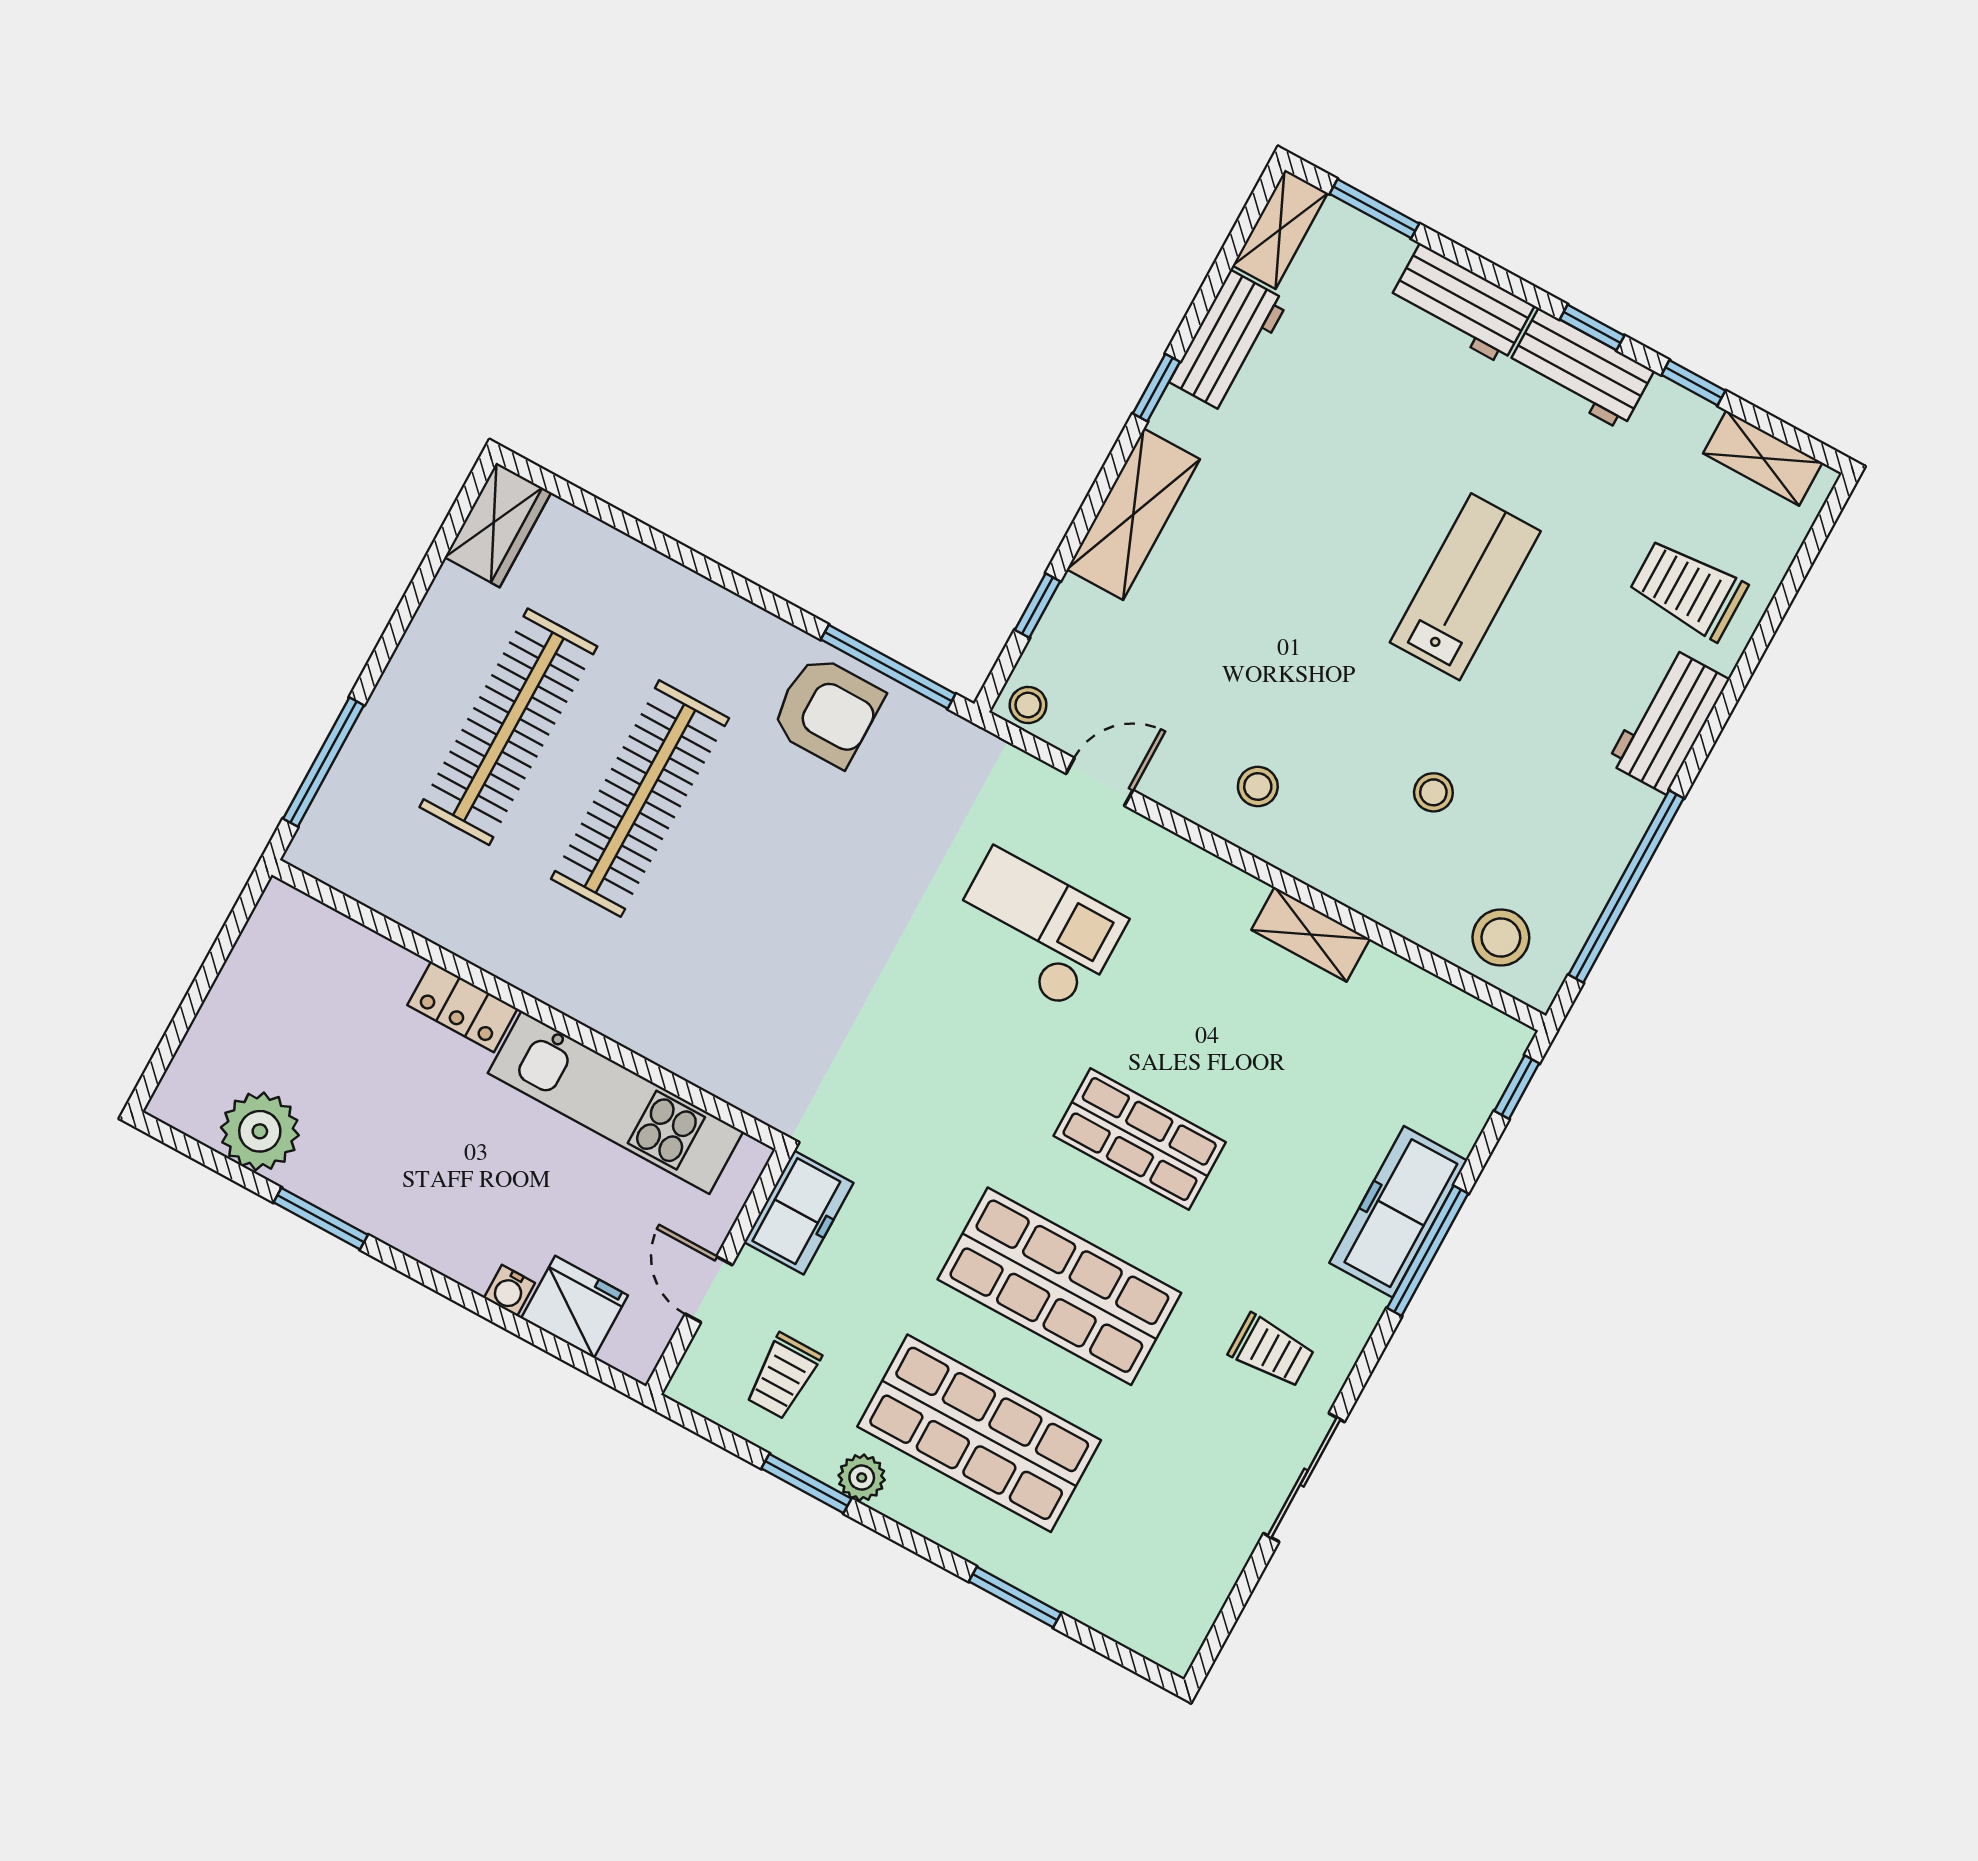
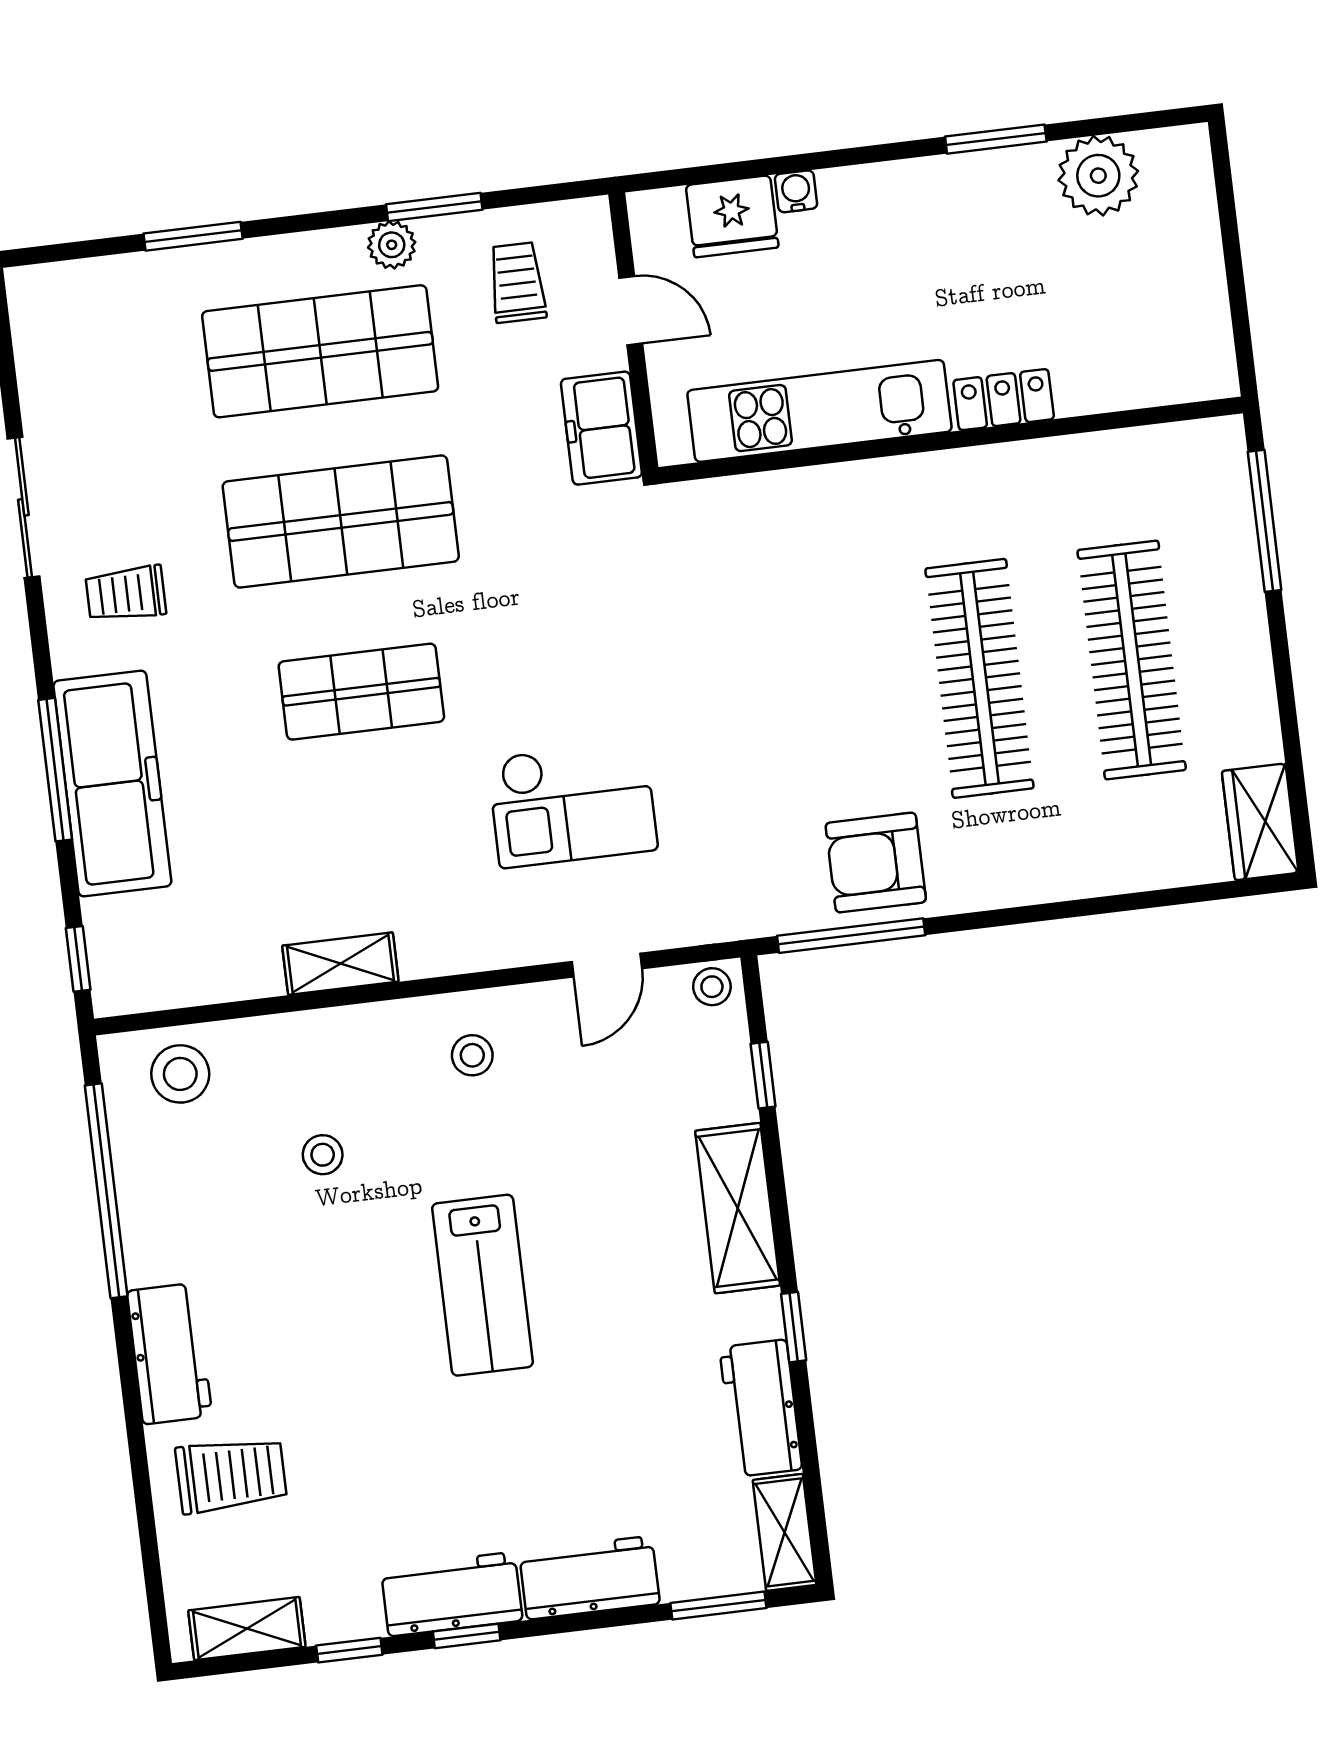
lab bench: (1465, 587) -> (482, 1285), moved
freezer: (1398, 1212) -> (112, 784), width x1.36, depth x1.26

